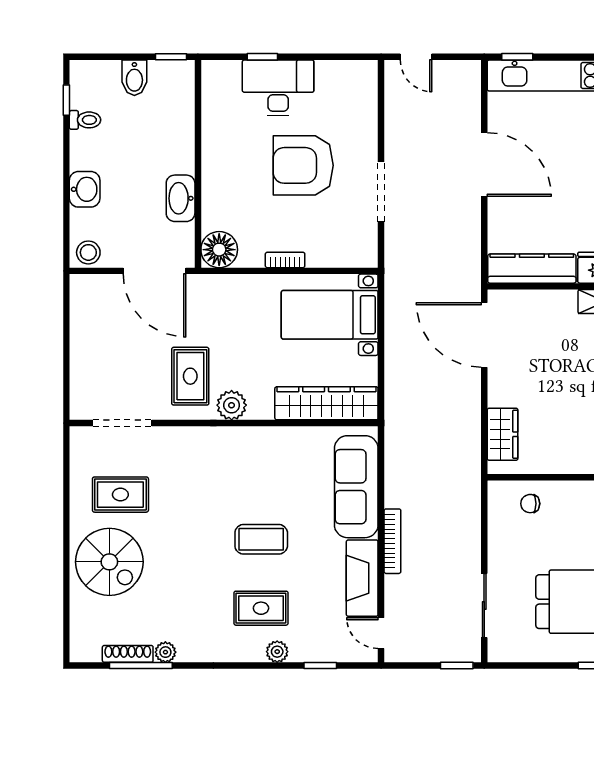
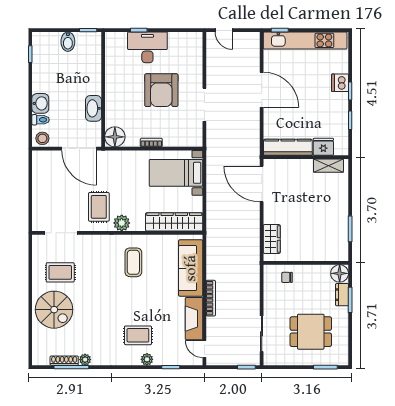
toilet: (85, 120) -> (41, 120), moved
armchair: (303, 165) -> (161, 90), turned -90
coffee table: (261, 539) -> (133, 262), moved, turned 90

